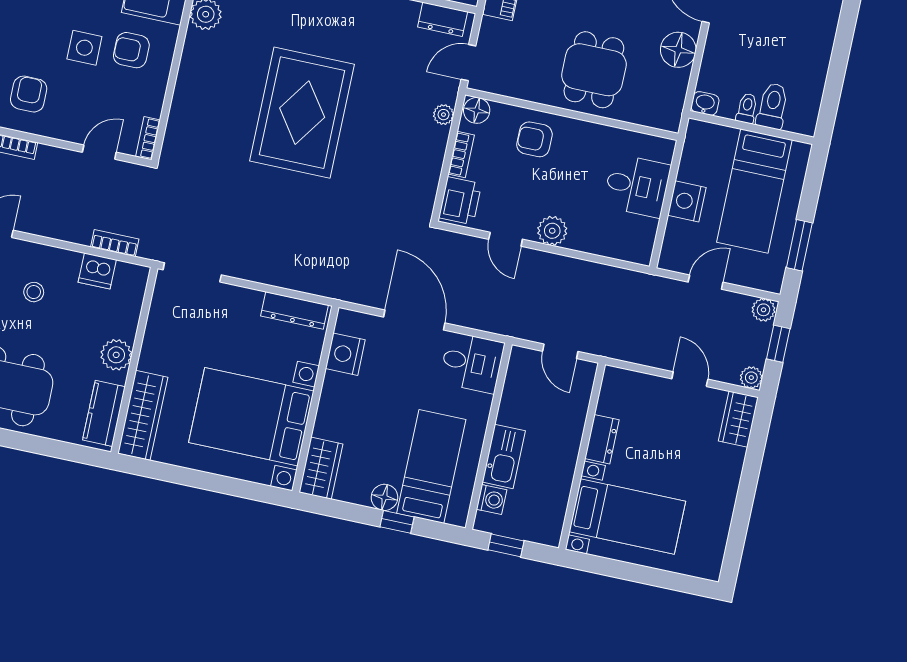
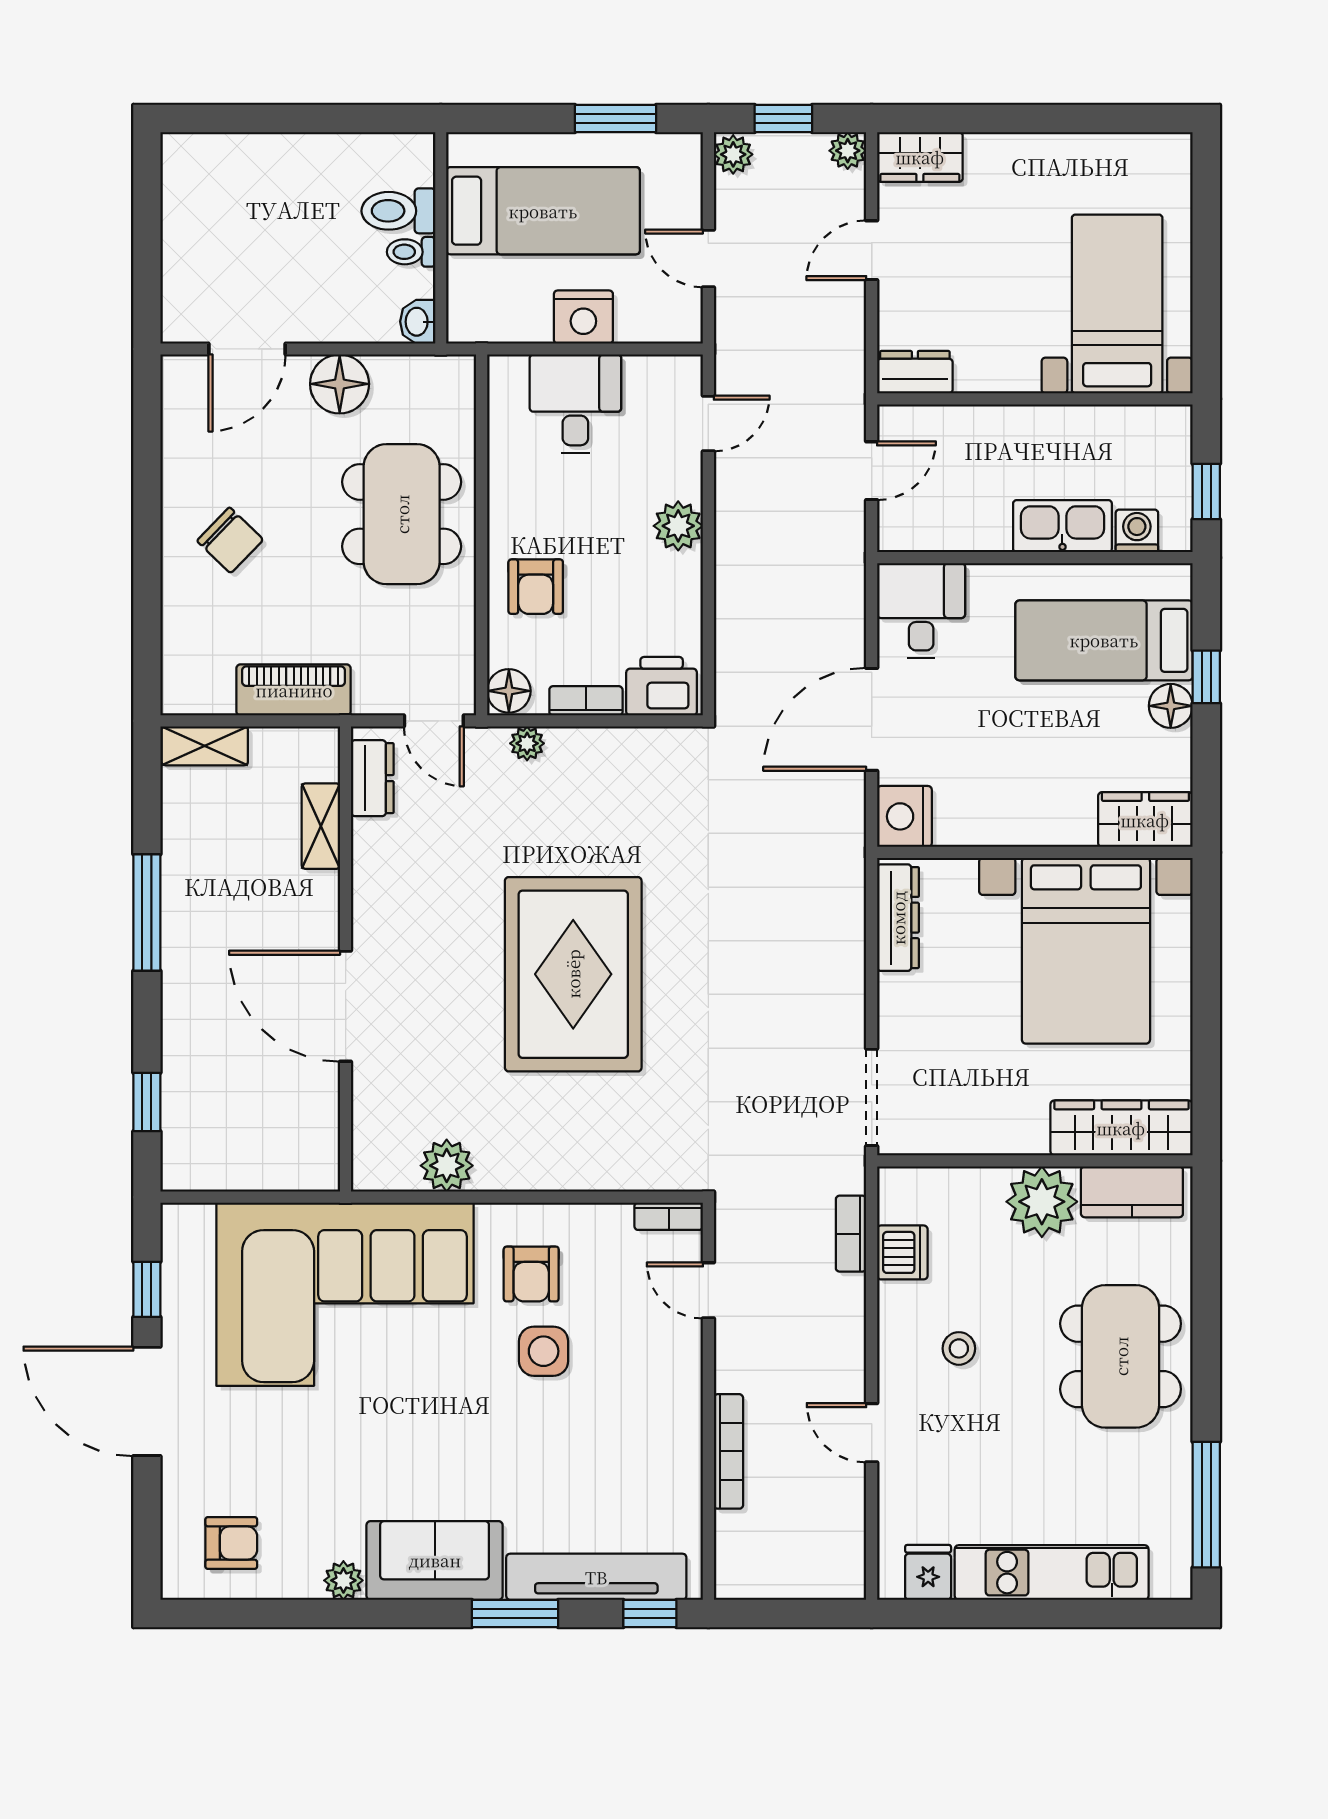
dining table: (594, 70) -> (402, 514), width x1.38
armchair: (29, 94) -> (638, 1426), removed
rug: (302, 113) -> (573, 974), turned 90
door: (506, 239) -> (708, 424), moved
nightstand: (345, 354) -> (904, 816), moved, turned 90
plant: (116, 355) -> (1042, 1202), width x1.36, depth x1.36
dresser: (602, 439) -> (915, 372), moved

